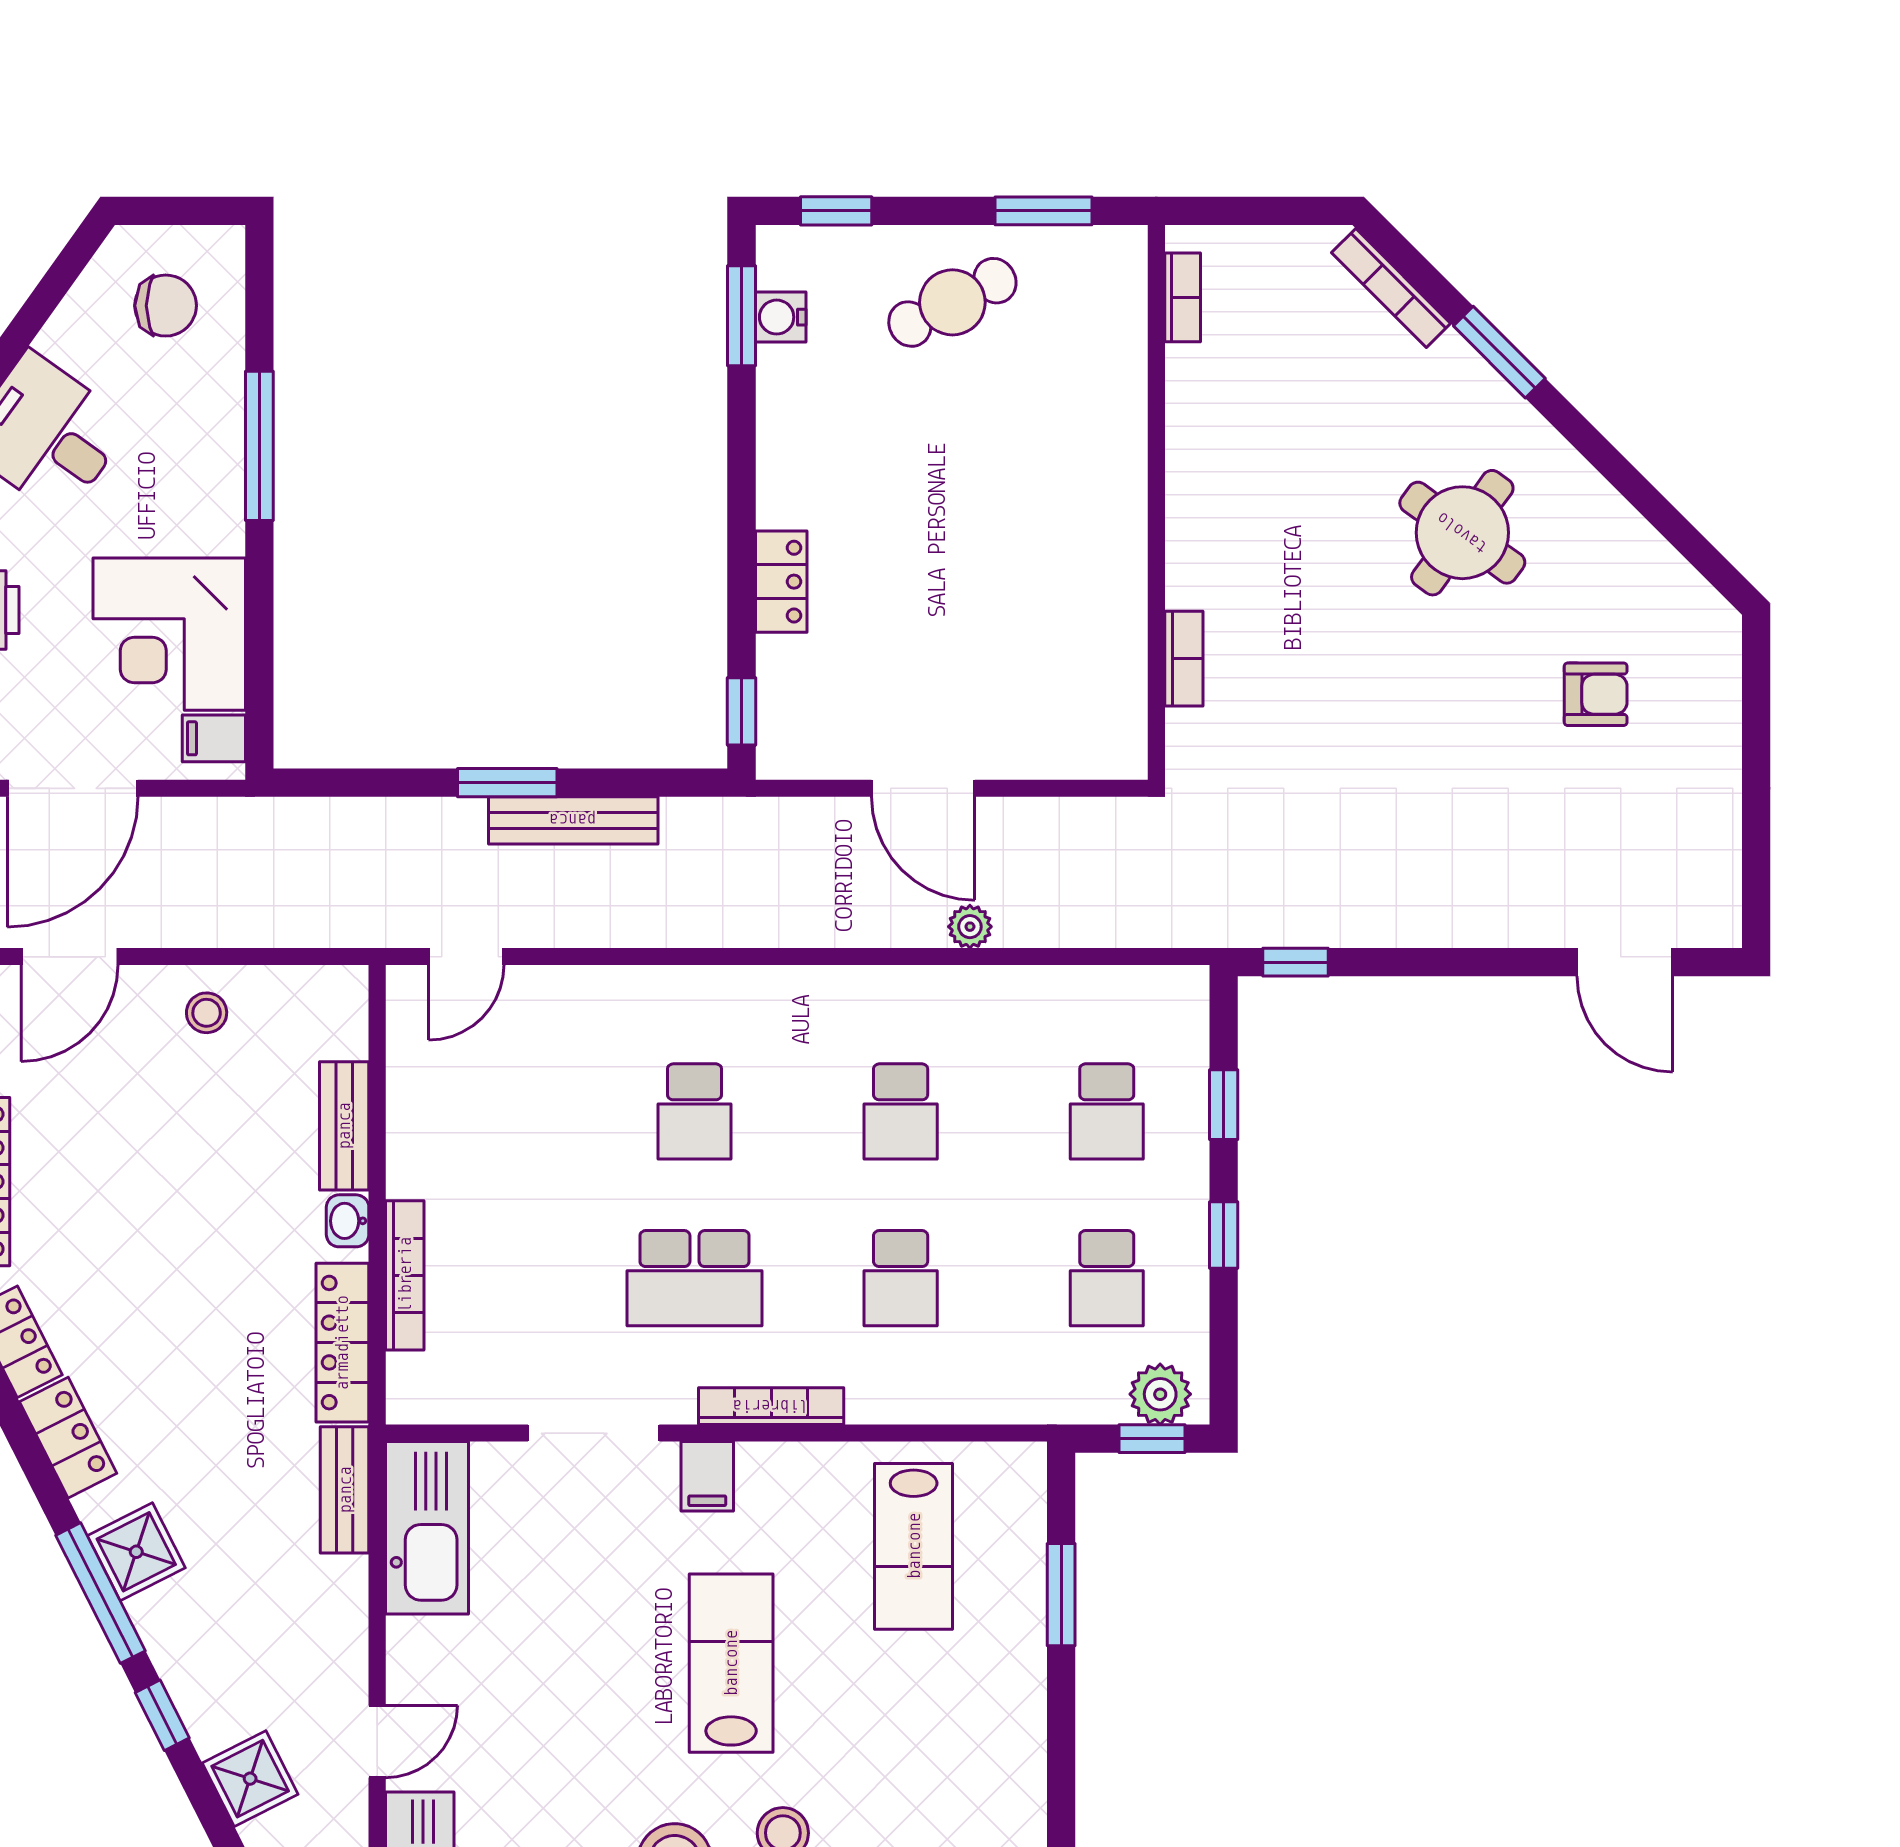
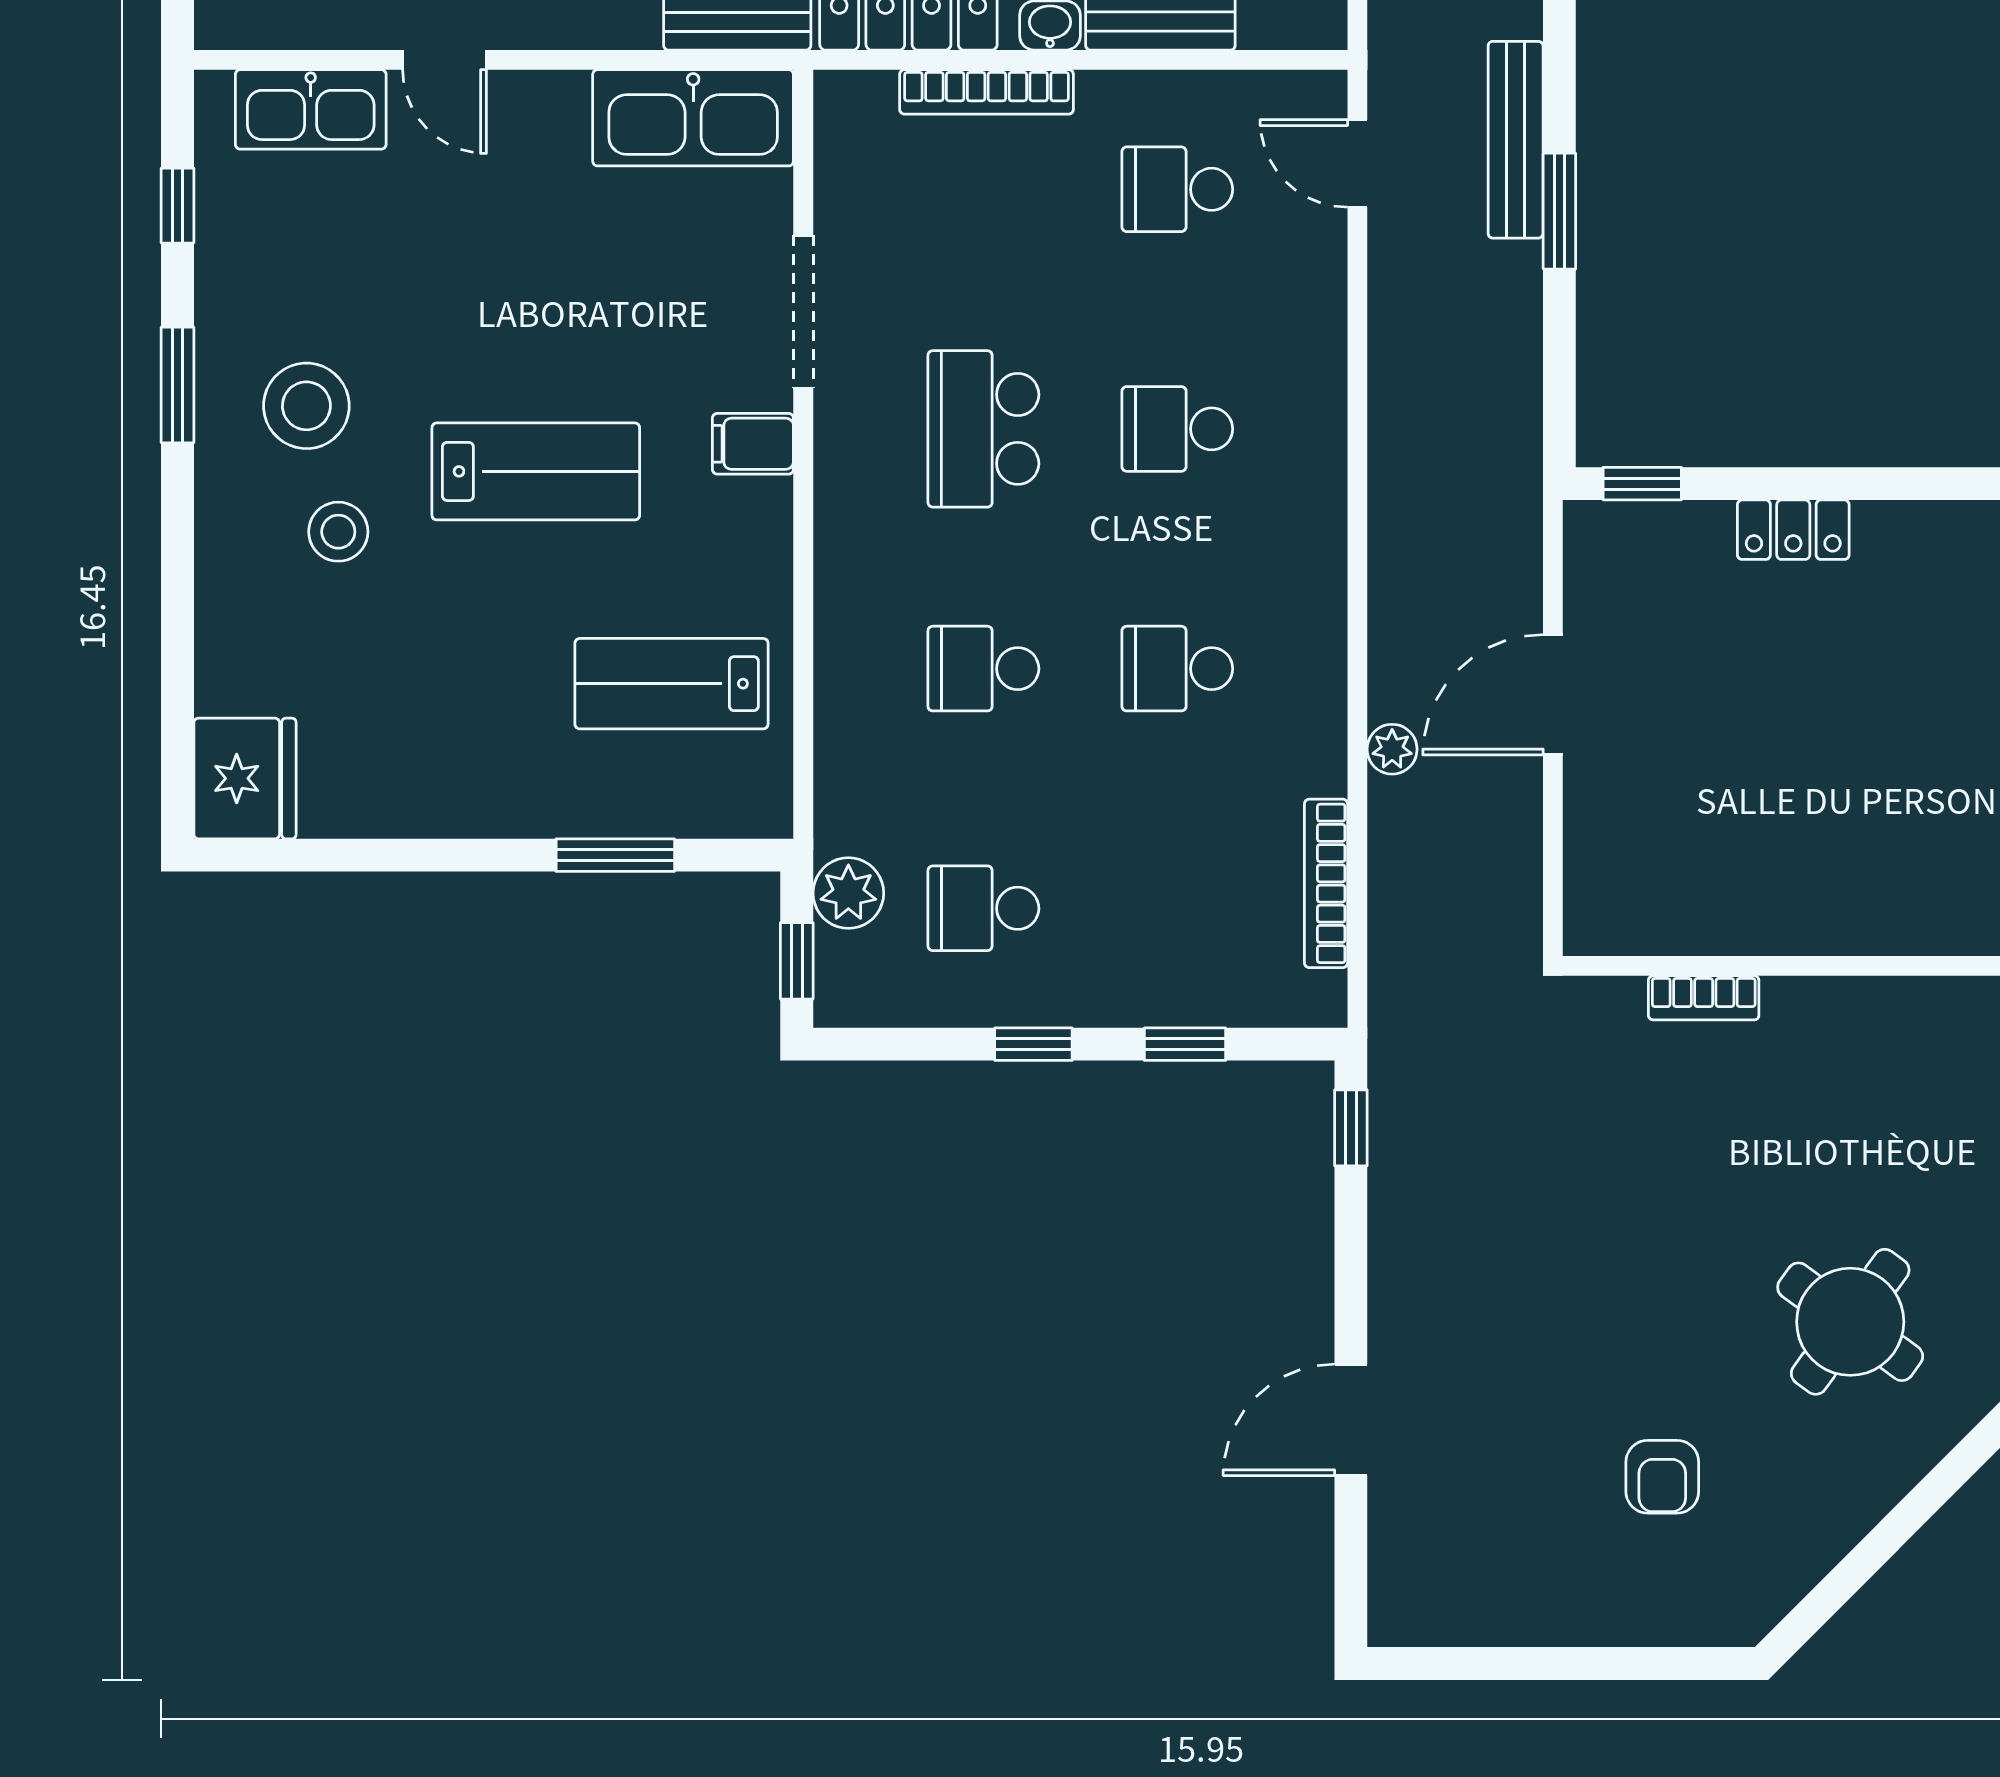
bench: (573, 820) -> (1516, 140), moved
door: (1625, 962) -> (1351, 1420), moved
school desk: (1107, 1111) -> (1177, 189), moved
plant: (1160, 1394) -> (848, 893), moved
bookcase: (771, 1406) -> (1326, 883), moved, turned 180

